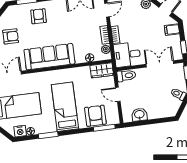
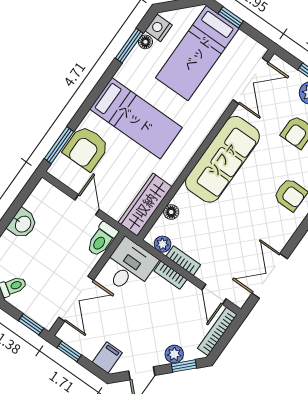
wardrobe: (102, 70) -> (145, 205), width x1.50
door: (118, 94) -> (87, 205), hinge flipped
washbasin: (139, 115) -> (23, 224), moved
armchair: (95, 116) -> (86, 148), turned 90
window: (48, 135) -> (129, 46), moved

